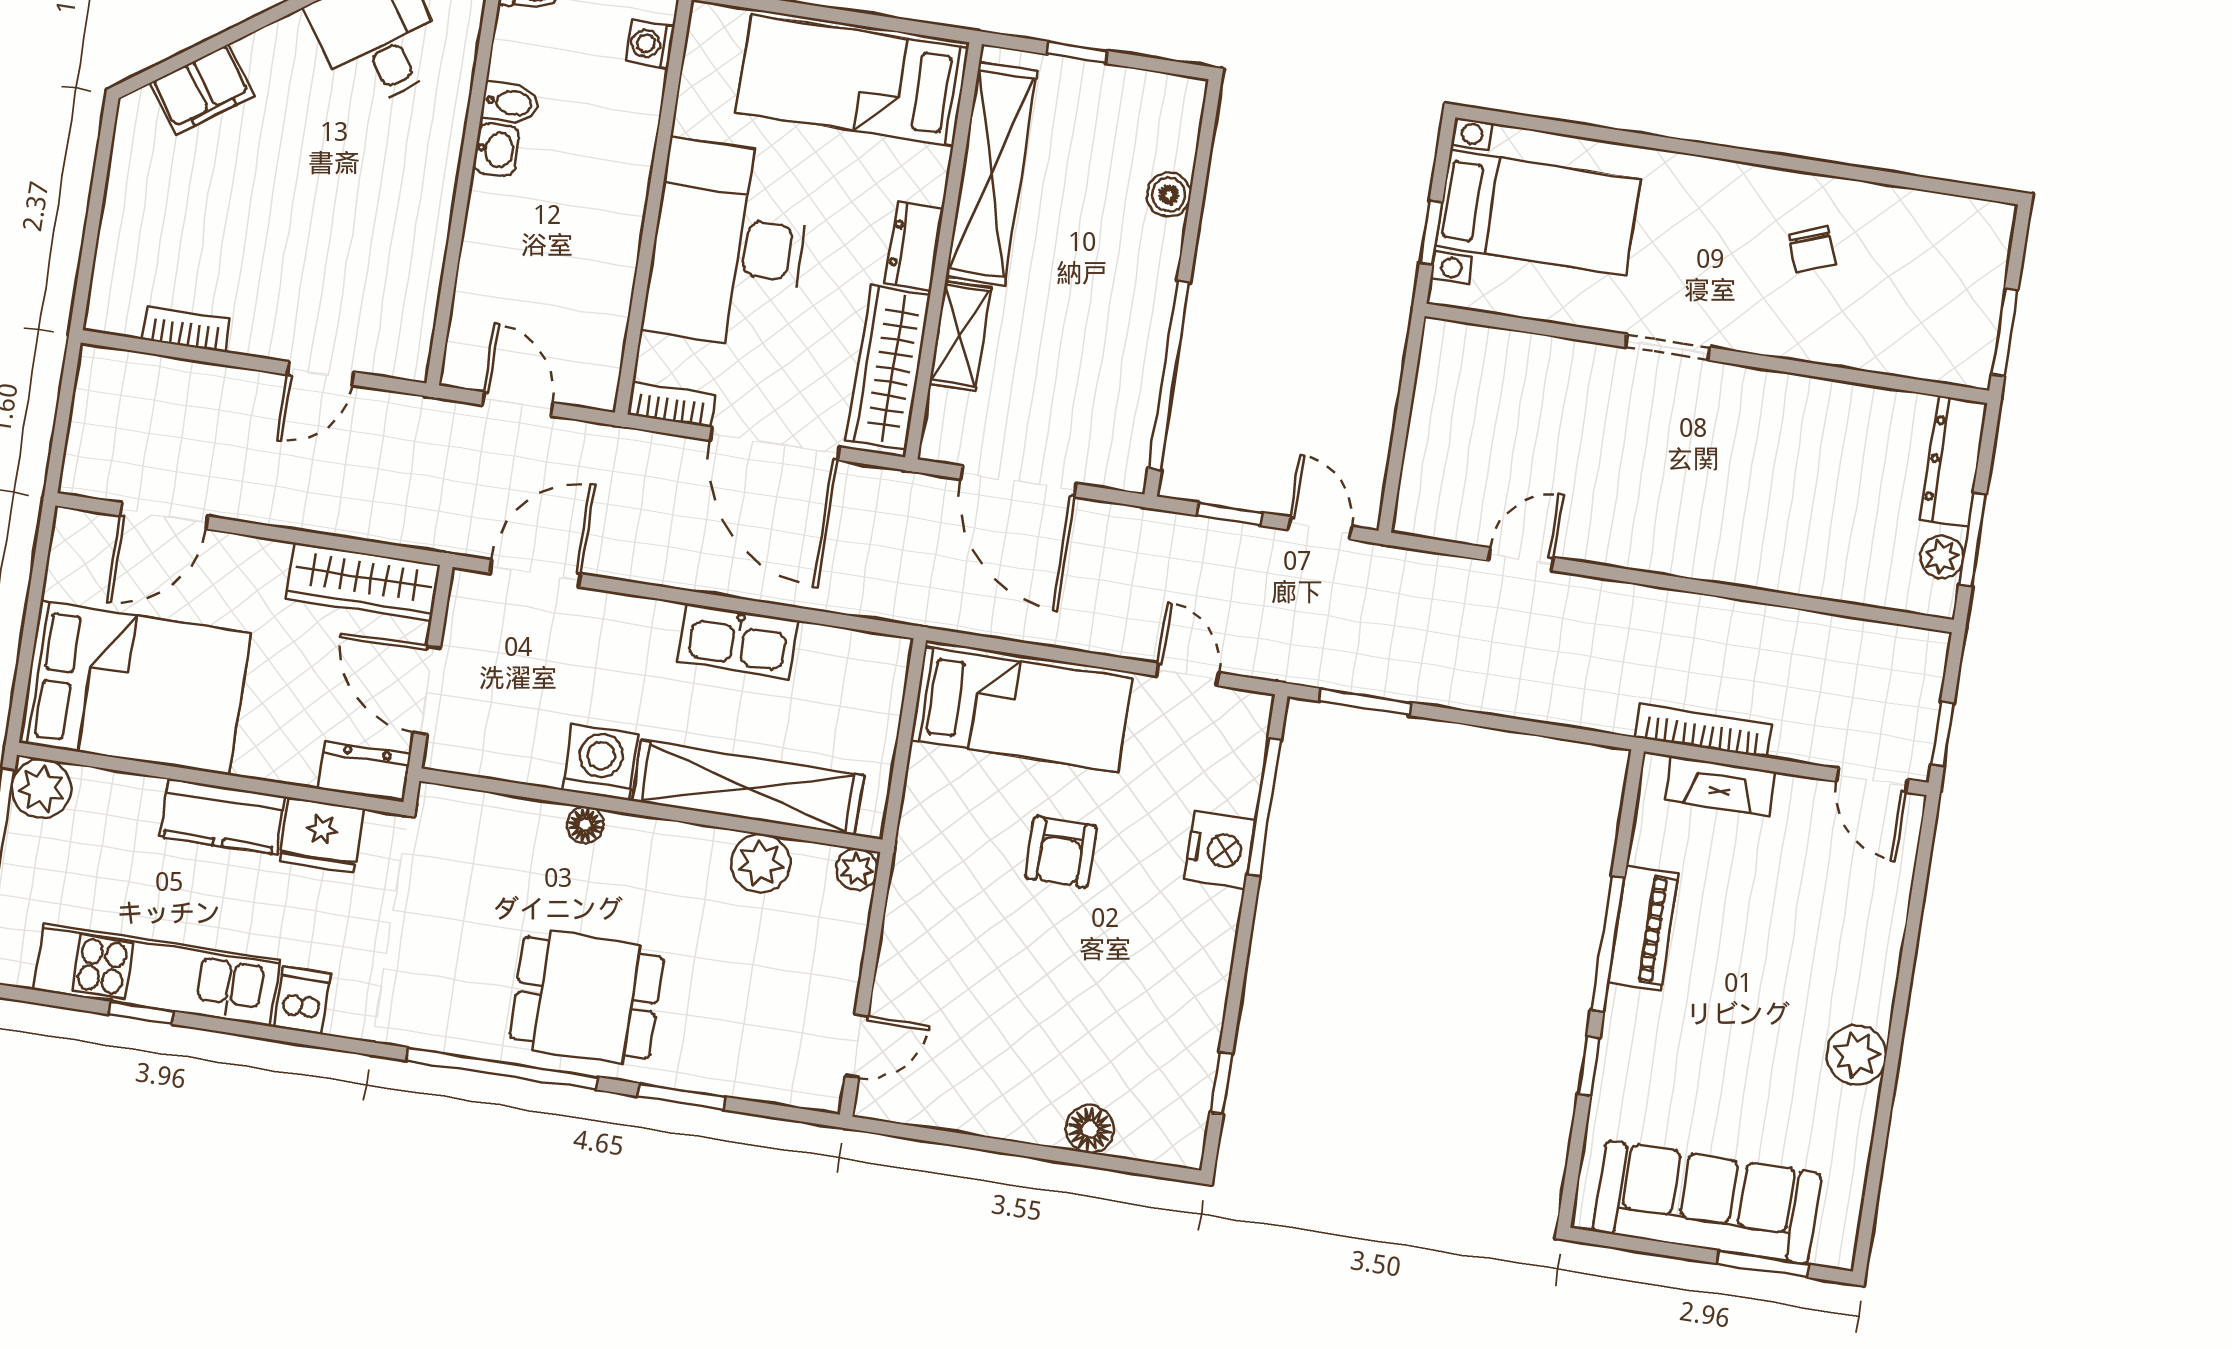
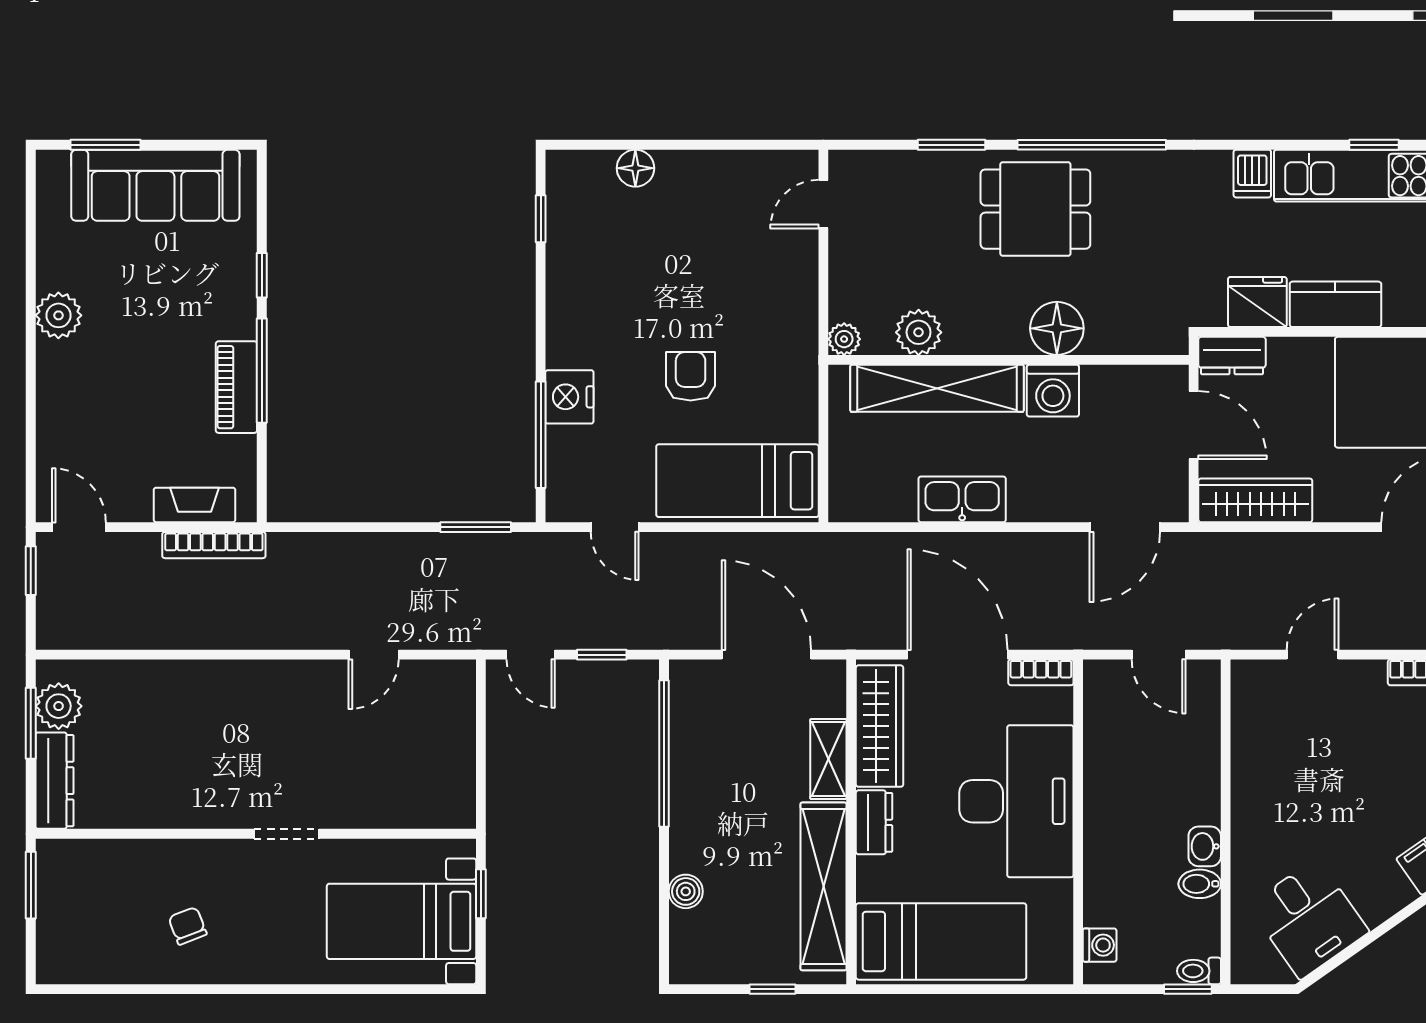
plant: (1942, 557) -> (59, 706), width x1.38, depth x1.38
floor lamp: (585, 825) -> (1057, 328), width x1.89, depth x1.89

